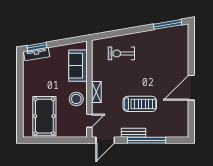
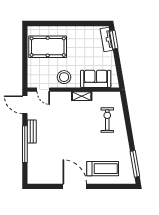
shelving: (96, 92) -> (82, 96), moved
treadmill: (140, 104) -> (103, 169), moved, turned -90

